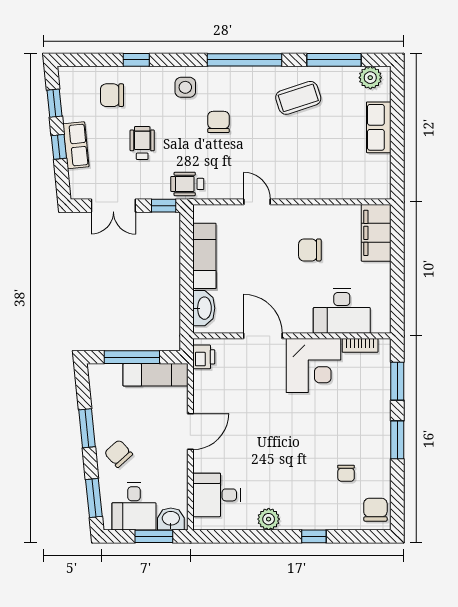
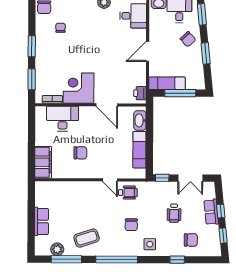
plant: (370, 78) -> (57, 249), moved
wheelchair: (187, 184) -> (128, 193), moved
double door: (113, 206) -> (190, 178), swing flipped

